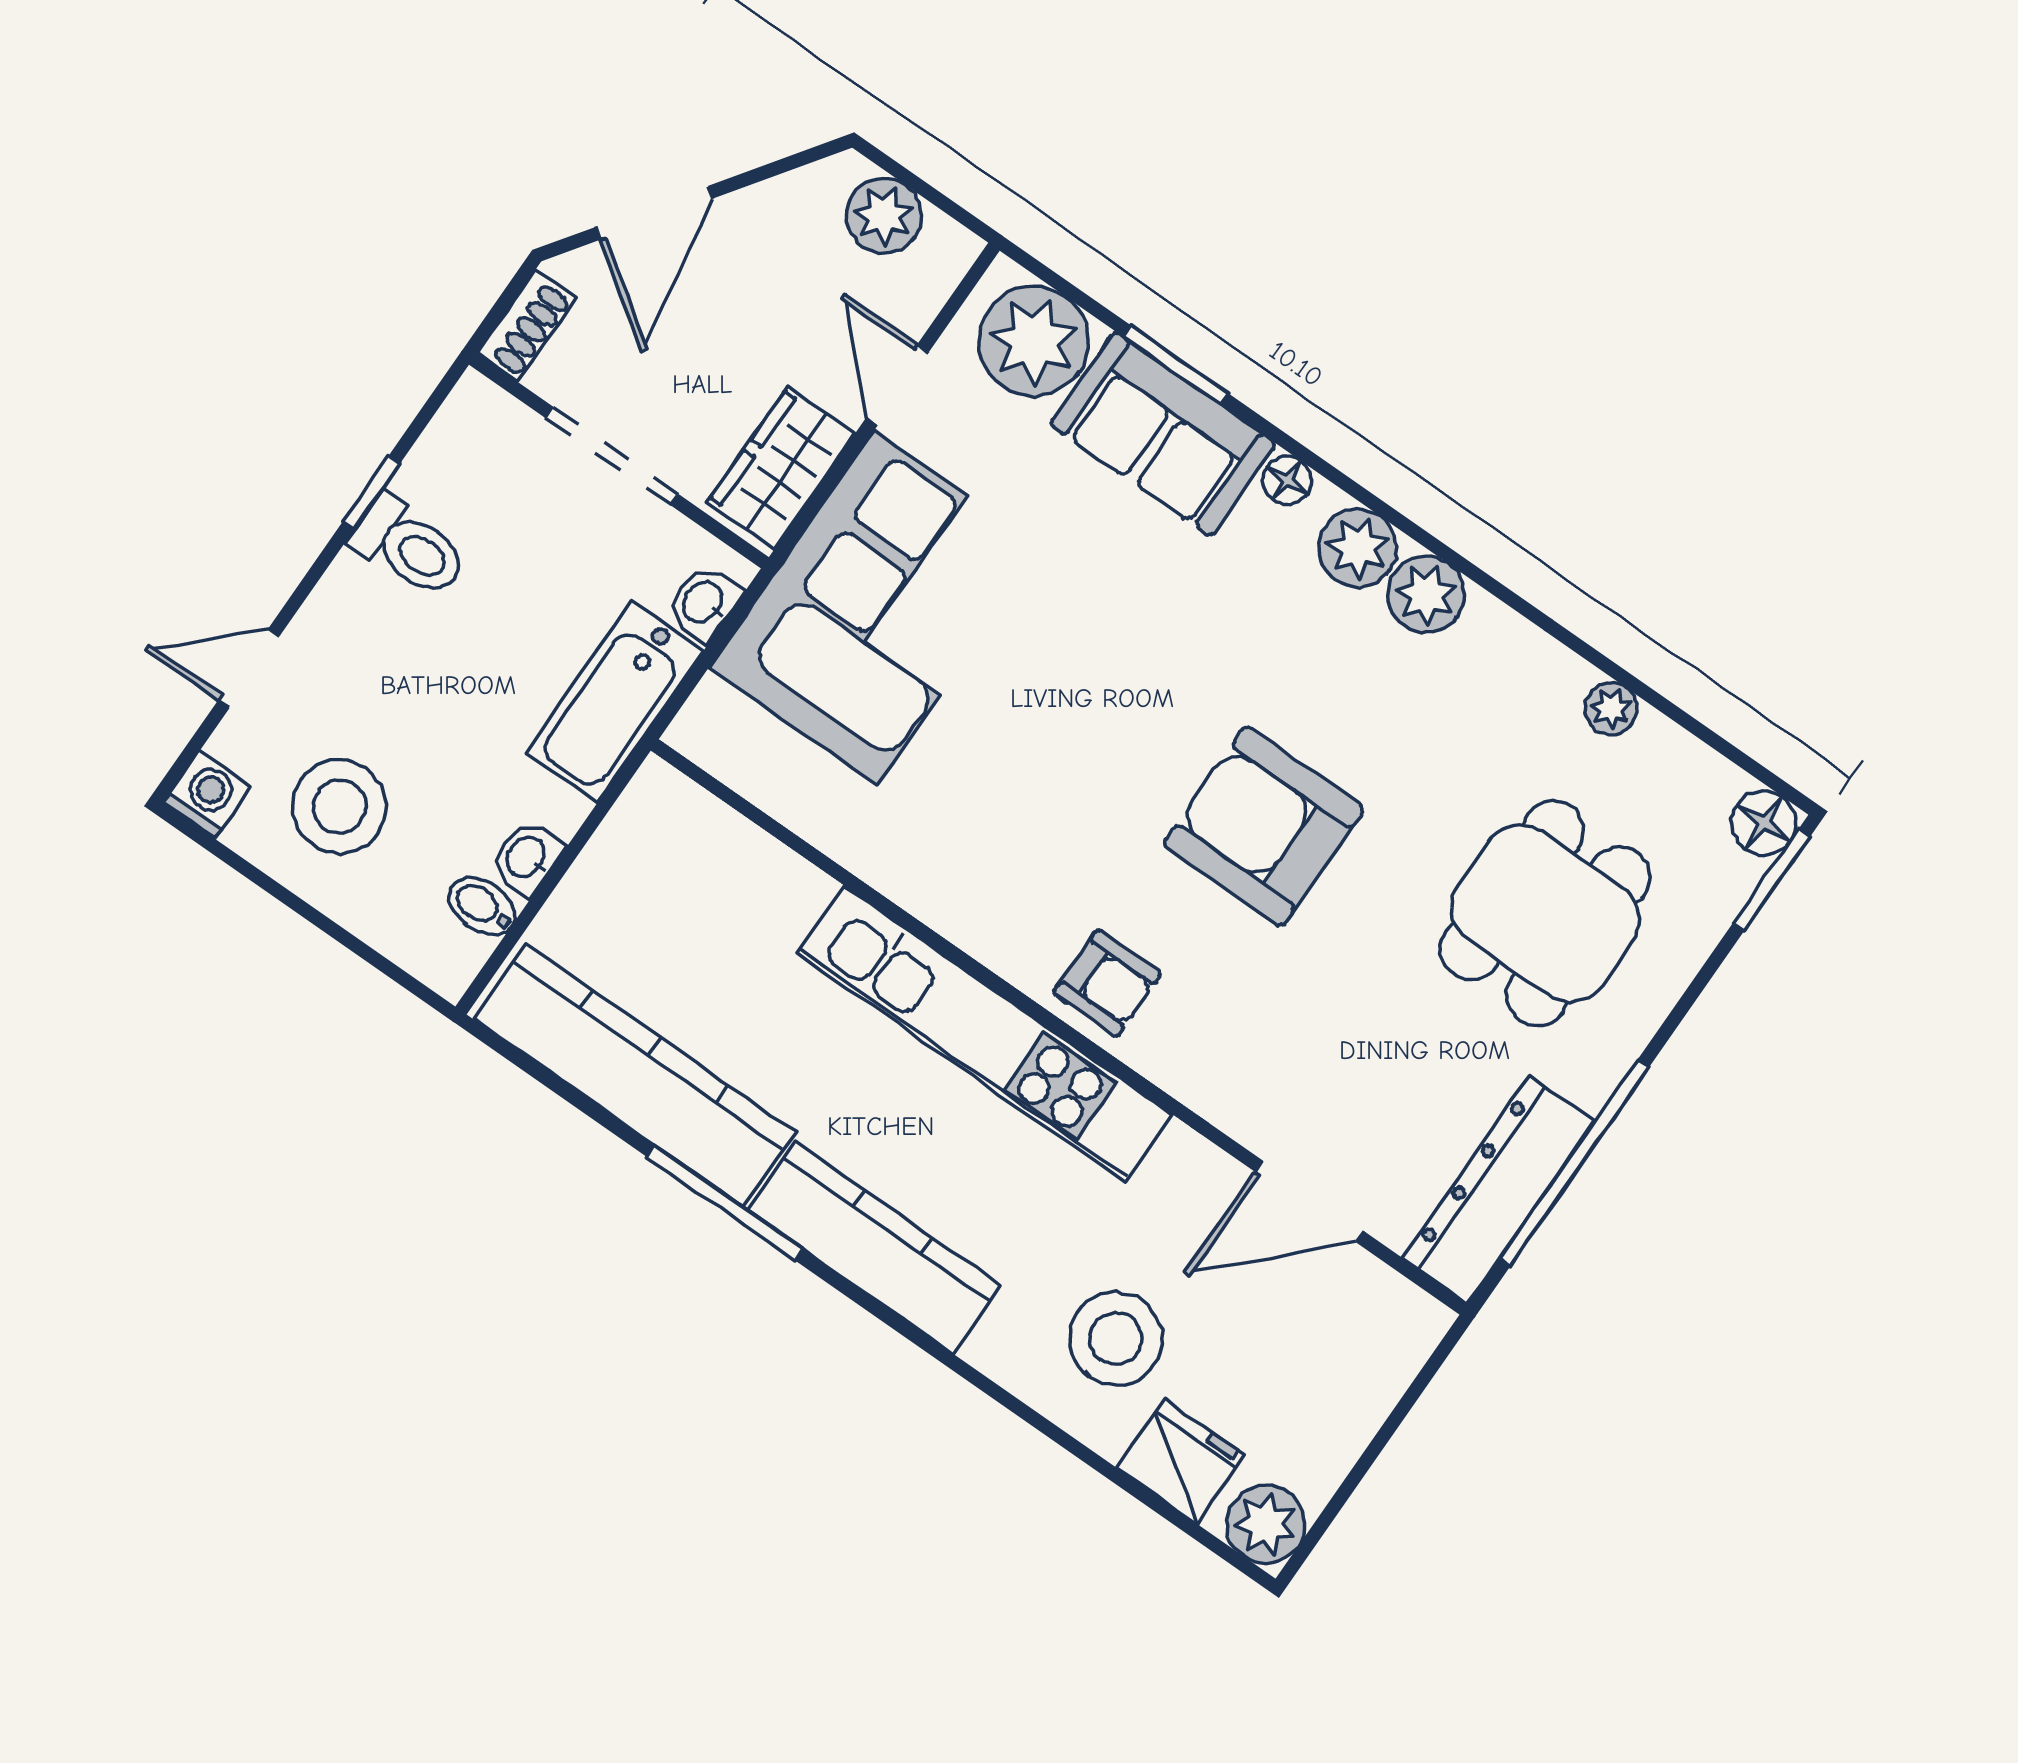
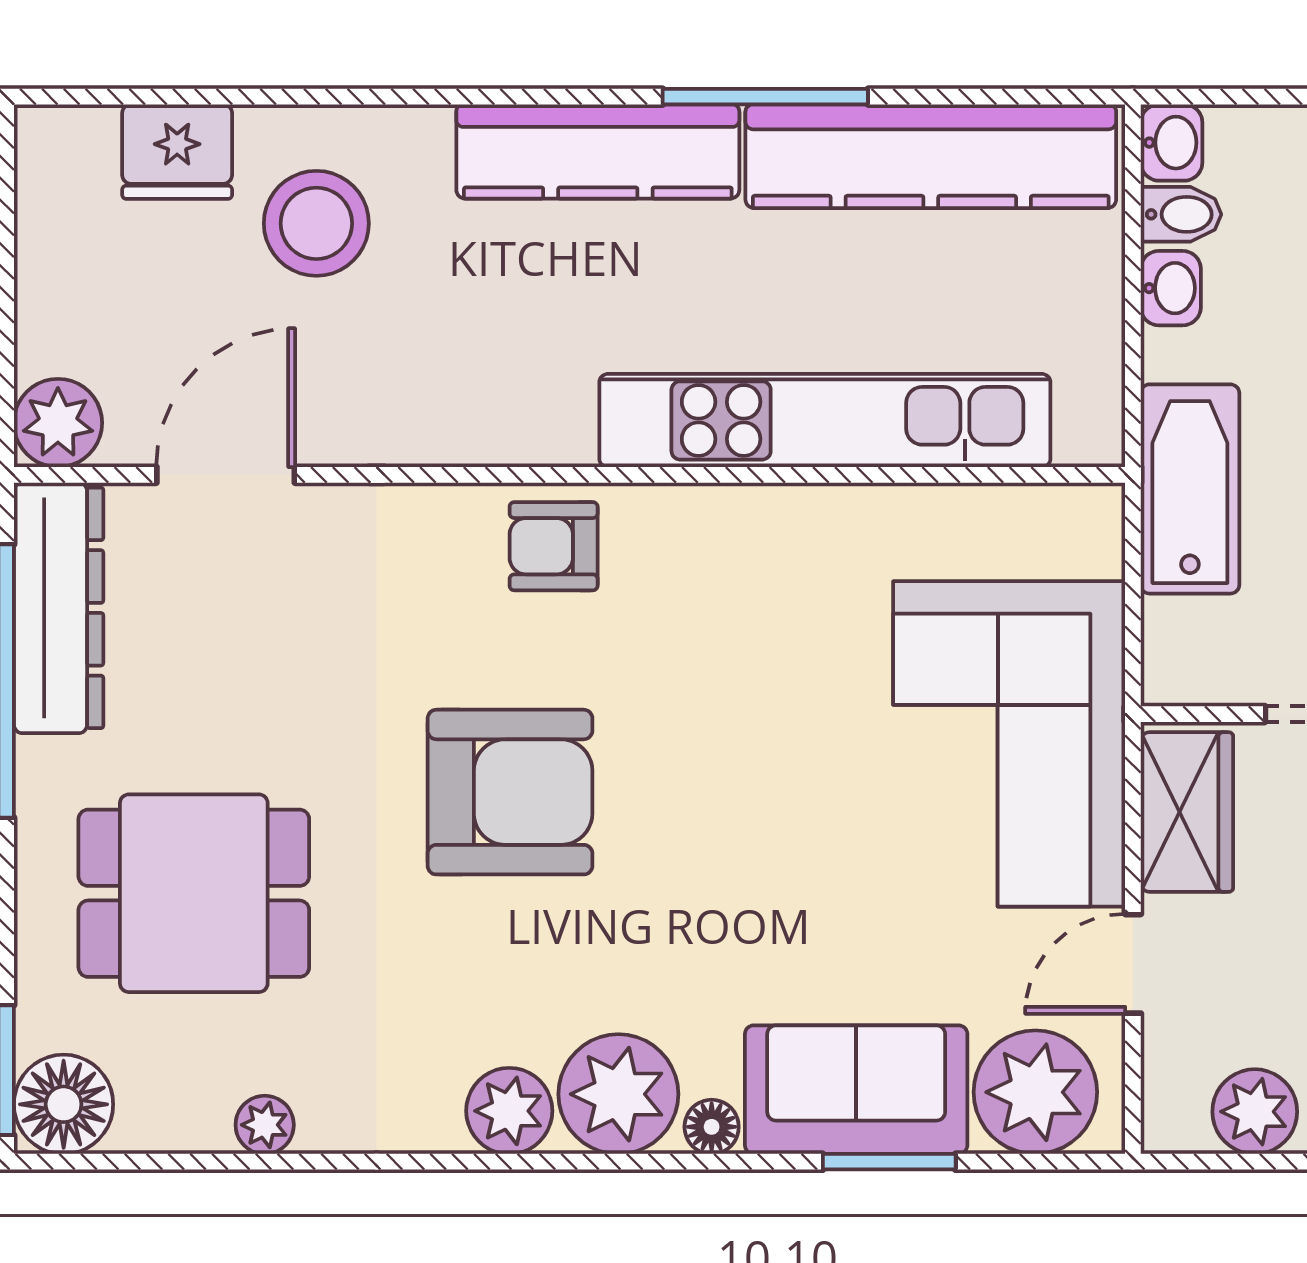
door: (897, 385) -> (1133, 964), swing flipped
plant: (1358, 548) -> (618, 1094), width x1.36, depth x1.36
washbasin: (704, 603) -> (1172, 143), moved
floor lamp: (1764, 823) -> (64, 1104), width x1.38, depth x1.38
dining table: (1545, 913) -> (194, 893), turned 90
kitchen unit: (984, 1034) -> (825, 420), moved
plant: (1266, 1524) -> (58, 423), moved

